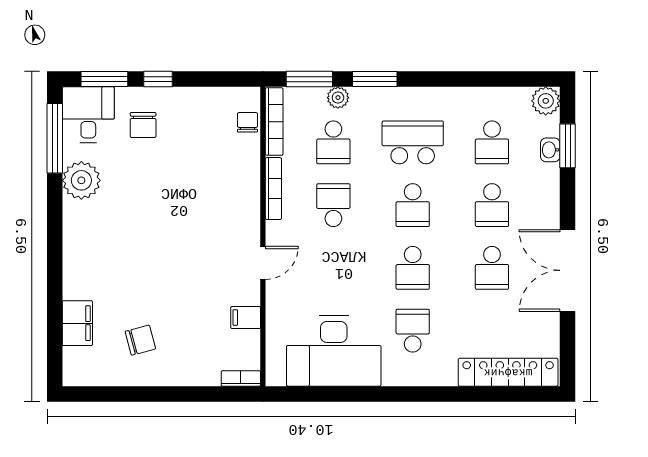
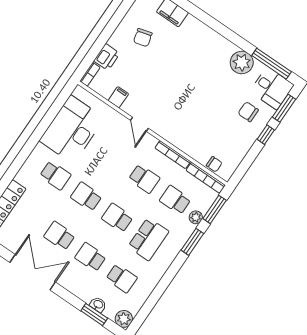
school desk: (492, 142) -> (122, 278), turned 180
printer: (201, 371) -> (107, 57), added

